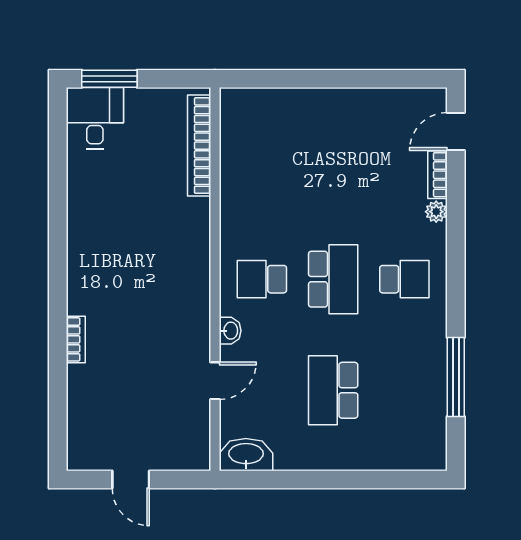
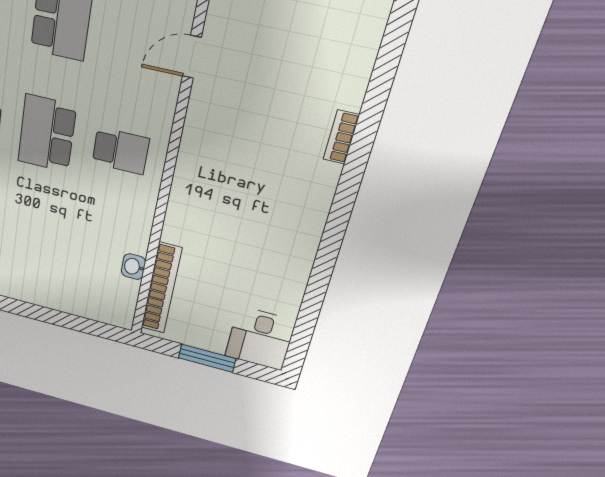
window: (109, 79) -> (207, 358), moved
washbasin: (230, 331) -> (133, 267), moved

